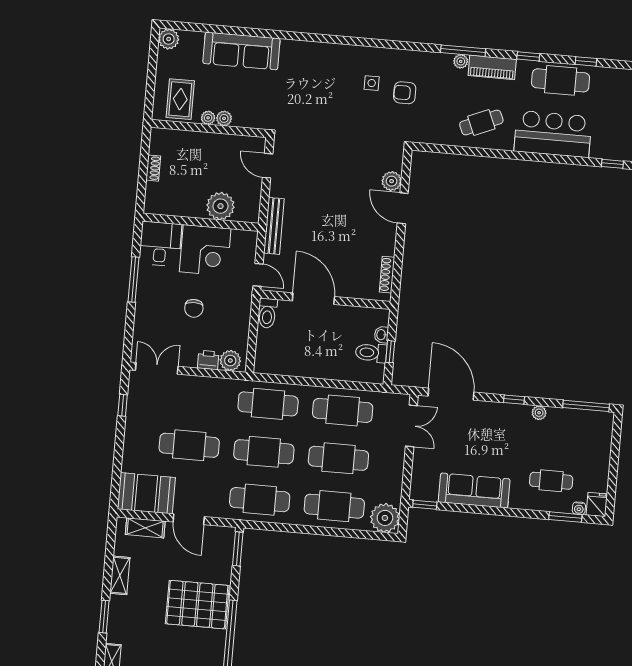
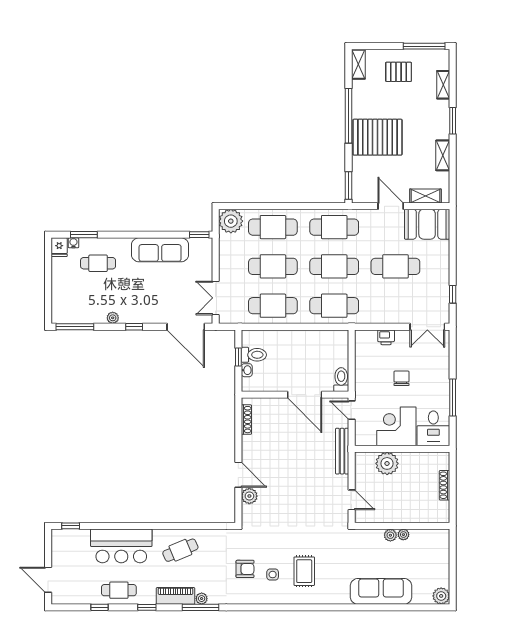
cafe table: (561, 80) -> (119, 590), width x0.73, depth x0.74
rug: (180, 99) -> (304, 571), moved
shoe rack: (153, 168) -> (445, 485), width x1.43
plant: (230, 361) -> (368, 338), removed

